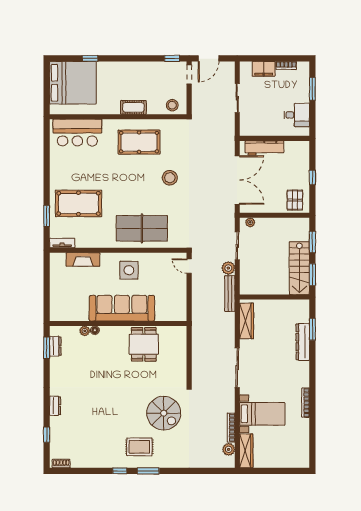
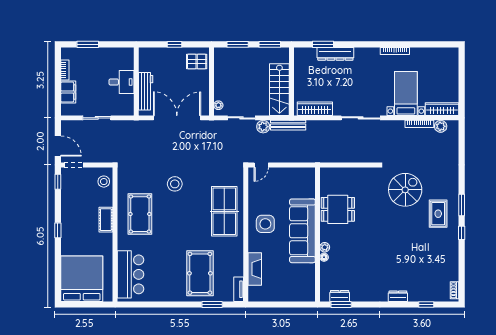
window: (90, 58) -> (58, 230), moved
desk: (297, 115) -> (121, 82), moved, turned 90
stairs: (299, 268) -> (279, 90), moved, turned 90
plant: (85, 331) -> (325, 247), moved

